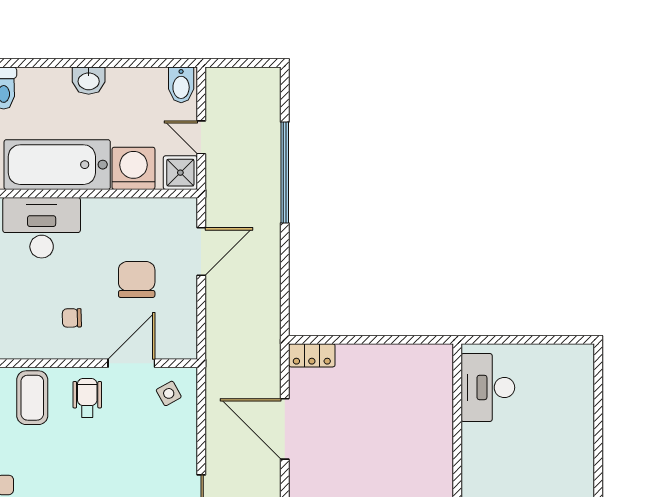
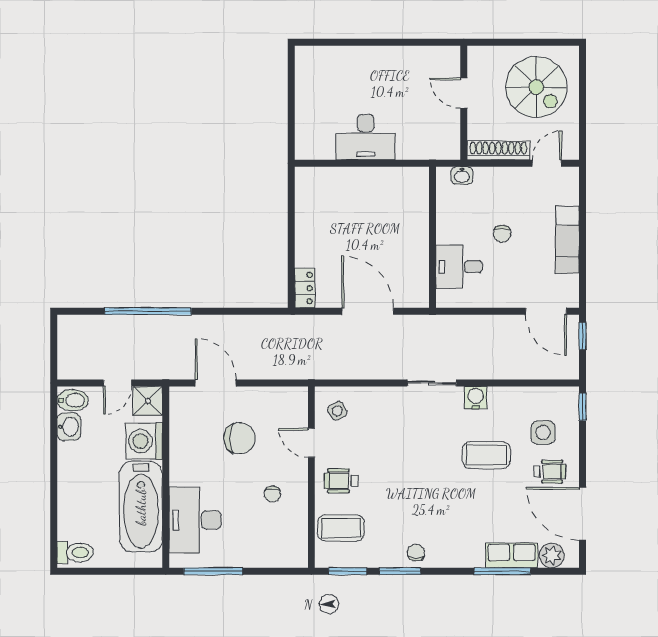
washbasin: (89, 81) -> (69, 427), moved
chair: (137, 279) -> (239, 438), turned 180
door: (131, 363) -> (311, 443), width x0.73
desk: (488, 387) -> (366, 137), moved
door: (285, 429) -> (368, 311), swing flipped

